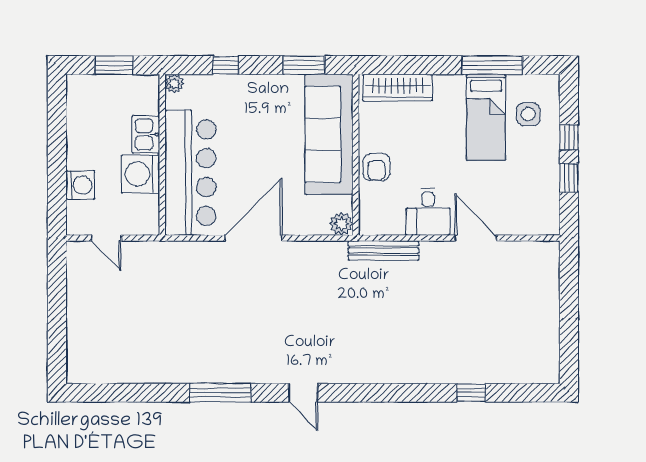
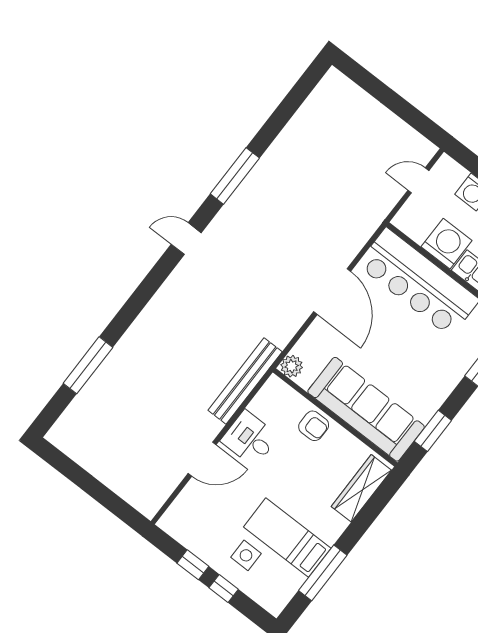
side table: (528, 114) -> (246, 555), moved
armchair: (376, 167) -> (314, 426), turned 180
bench: (383, 251) -> (245, 381), width x1.37, depth x1.21
window: (471, 393) -> (88, 365), width x2.17

